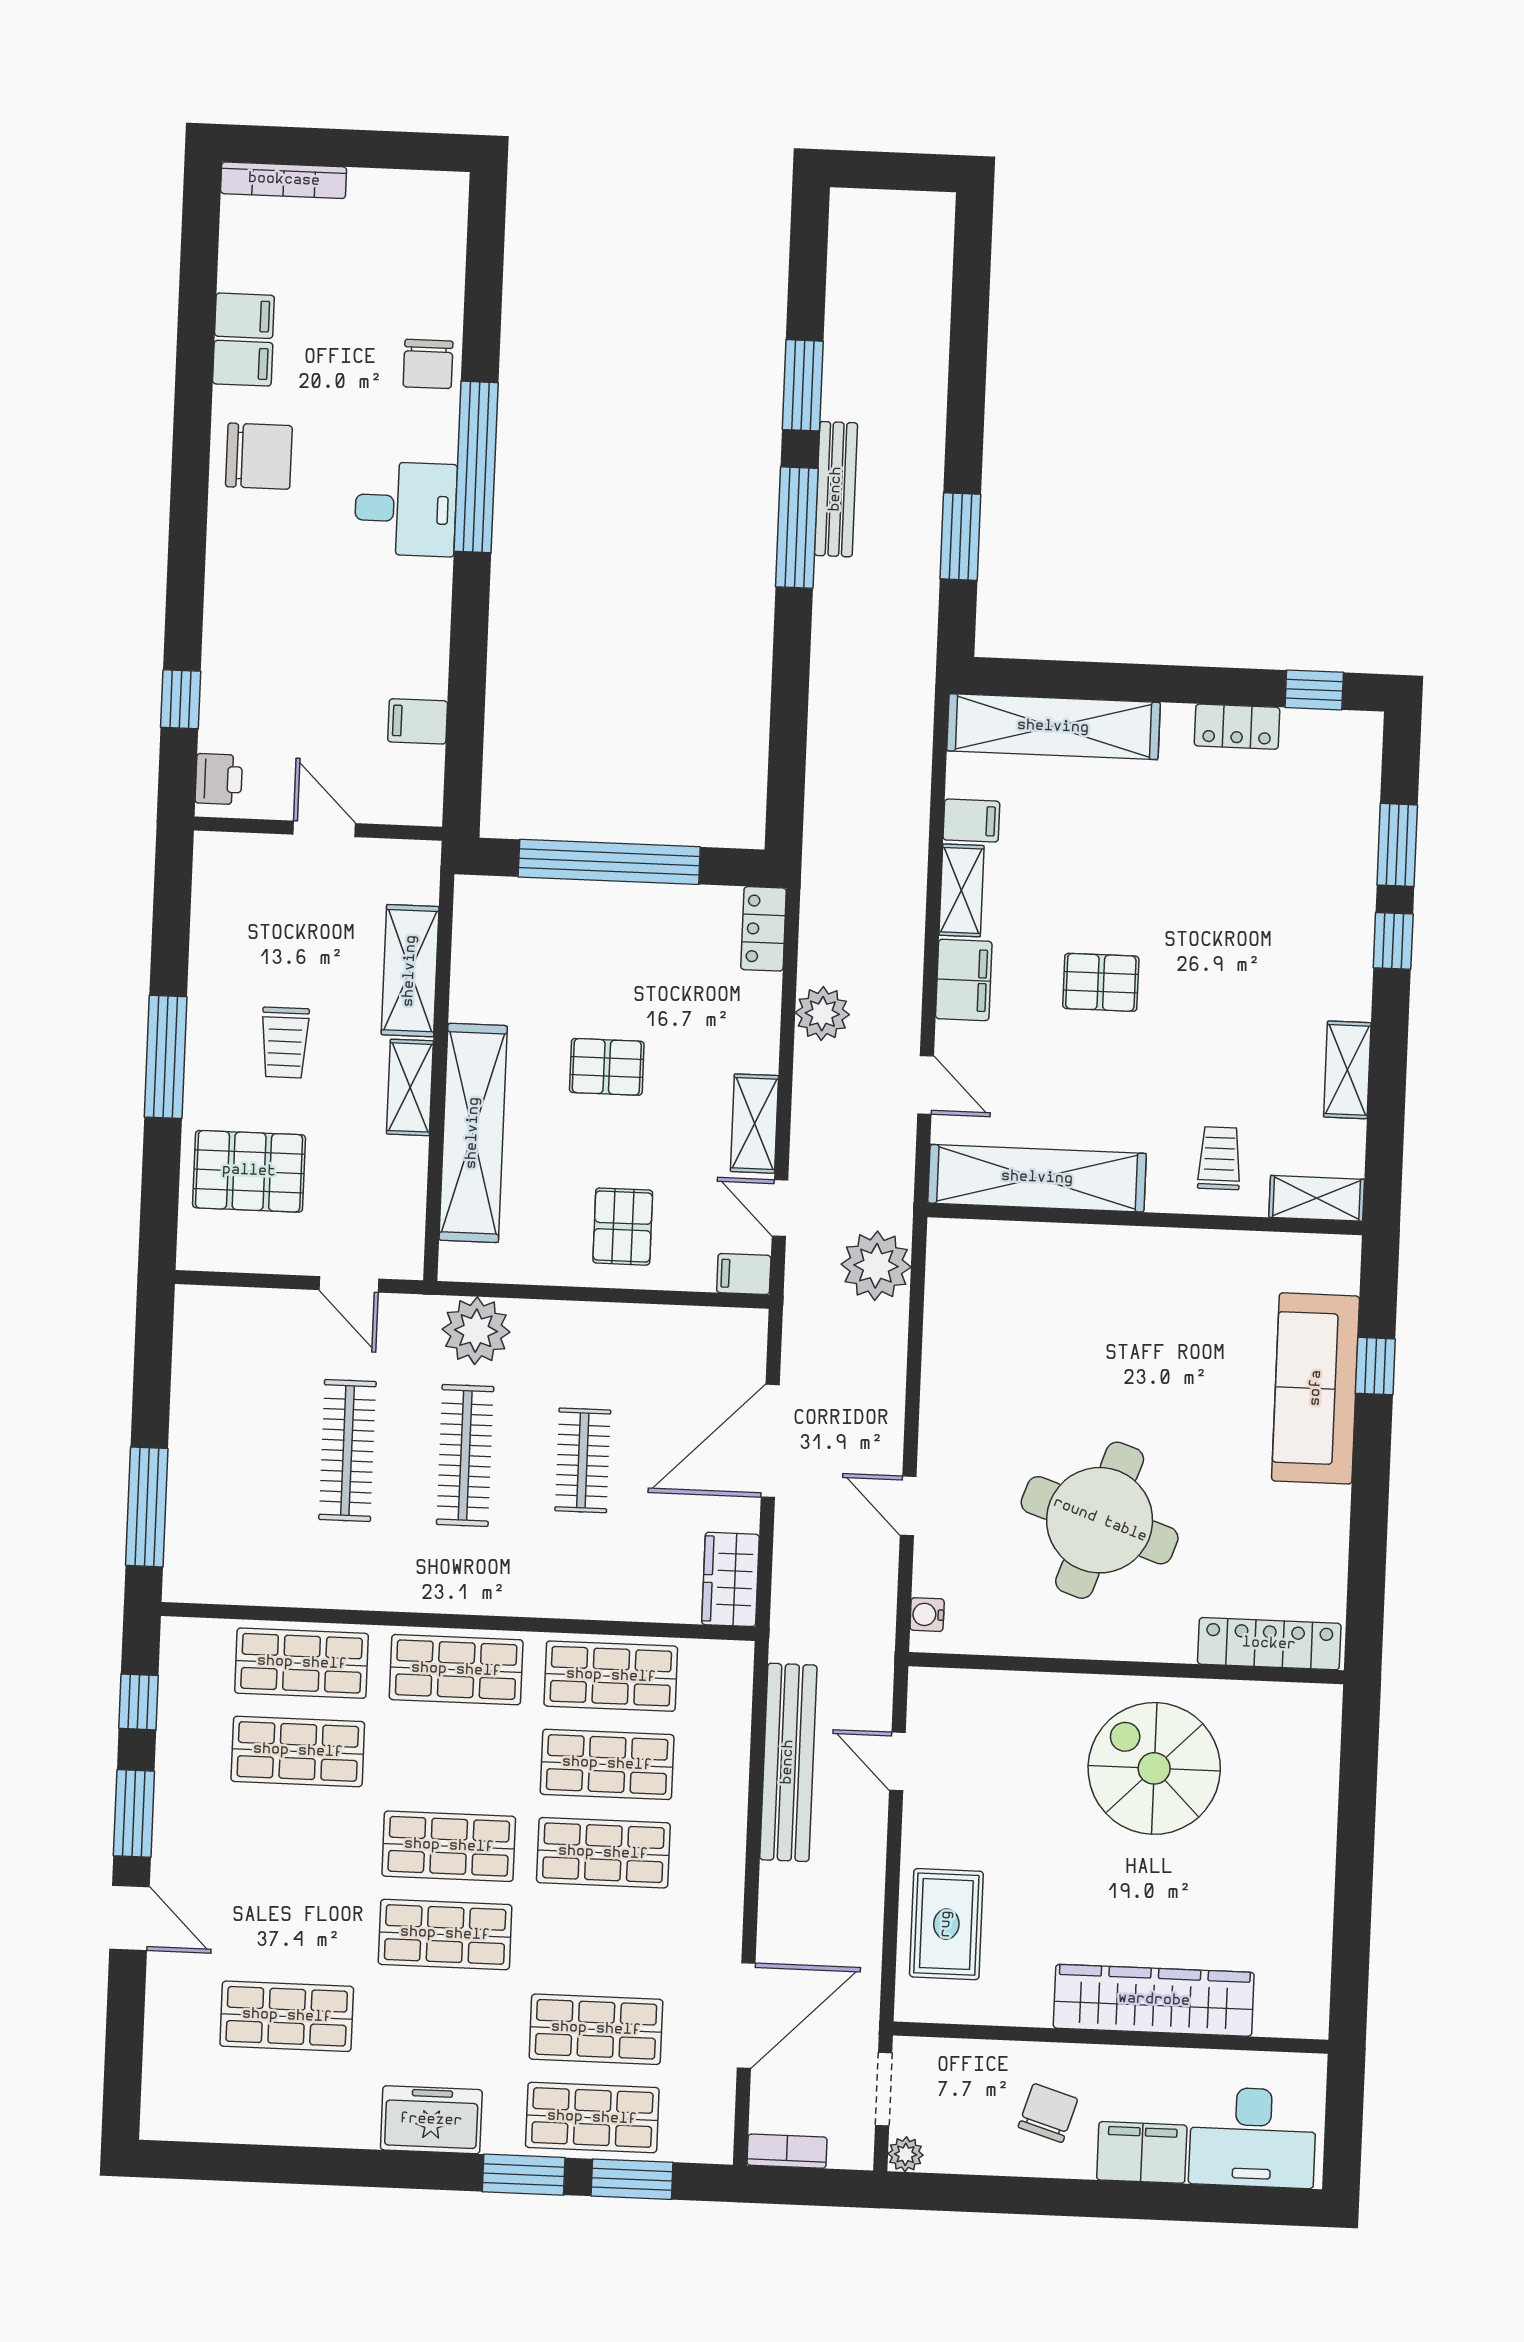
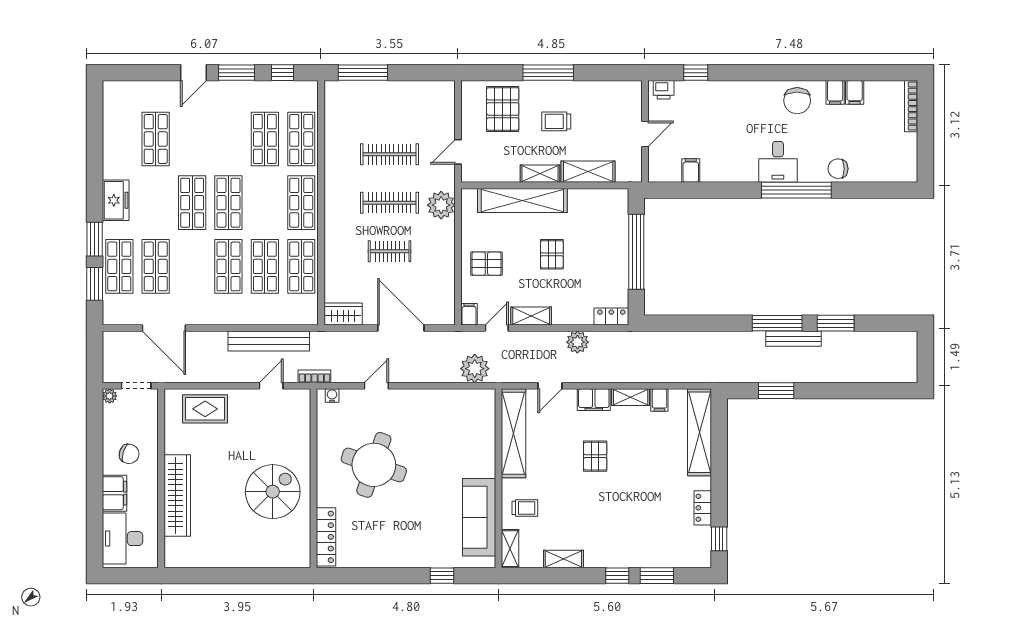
sofa: (1316, 1388) -> (479, 517), moved, turned -90
bookcase: (787, 2151) -> (314, 376), moved, turned -90

